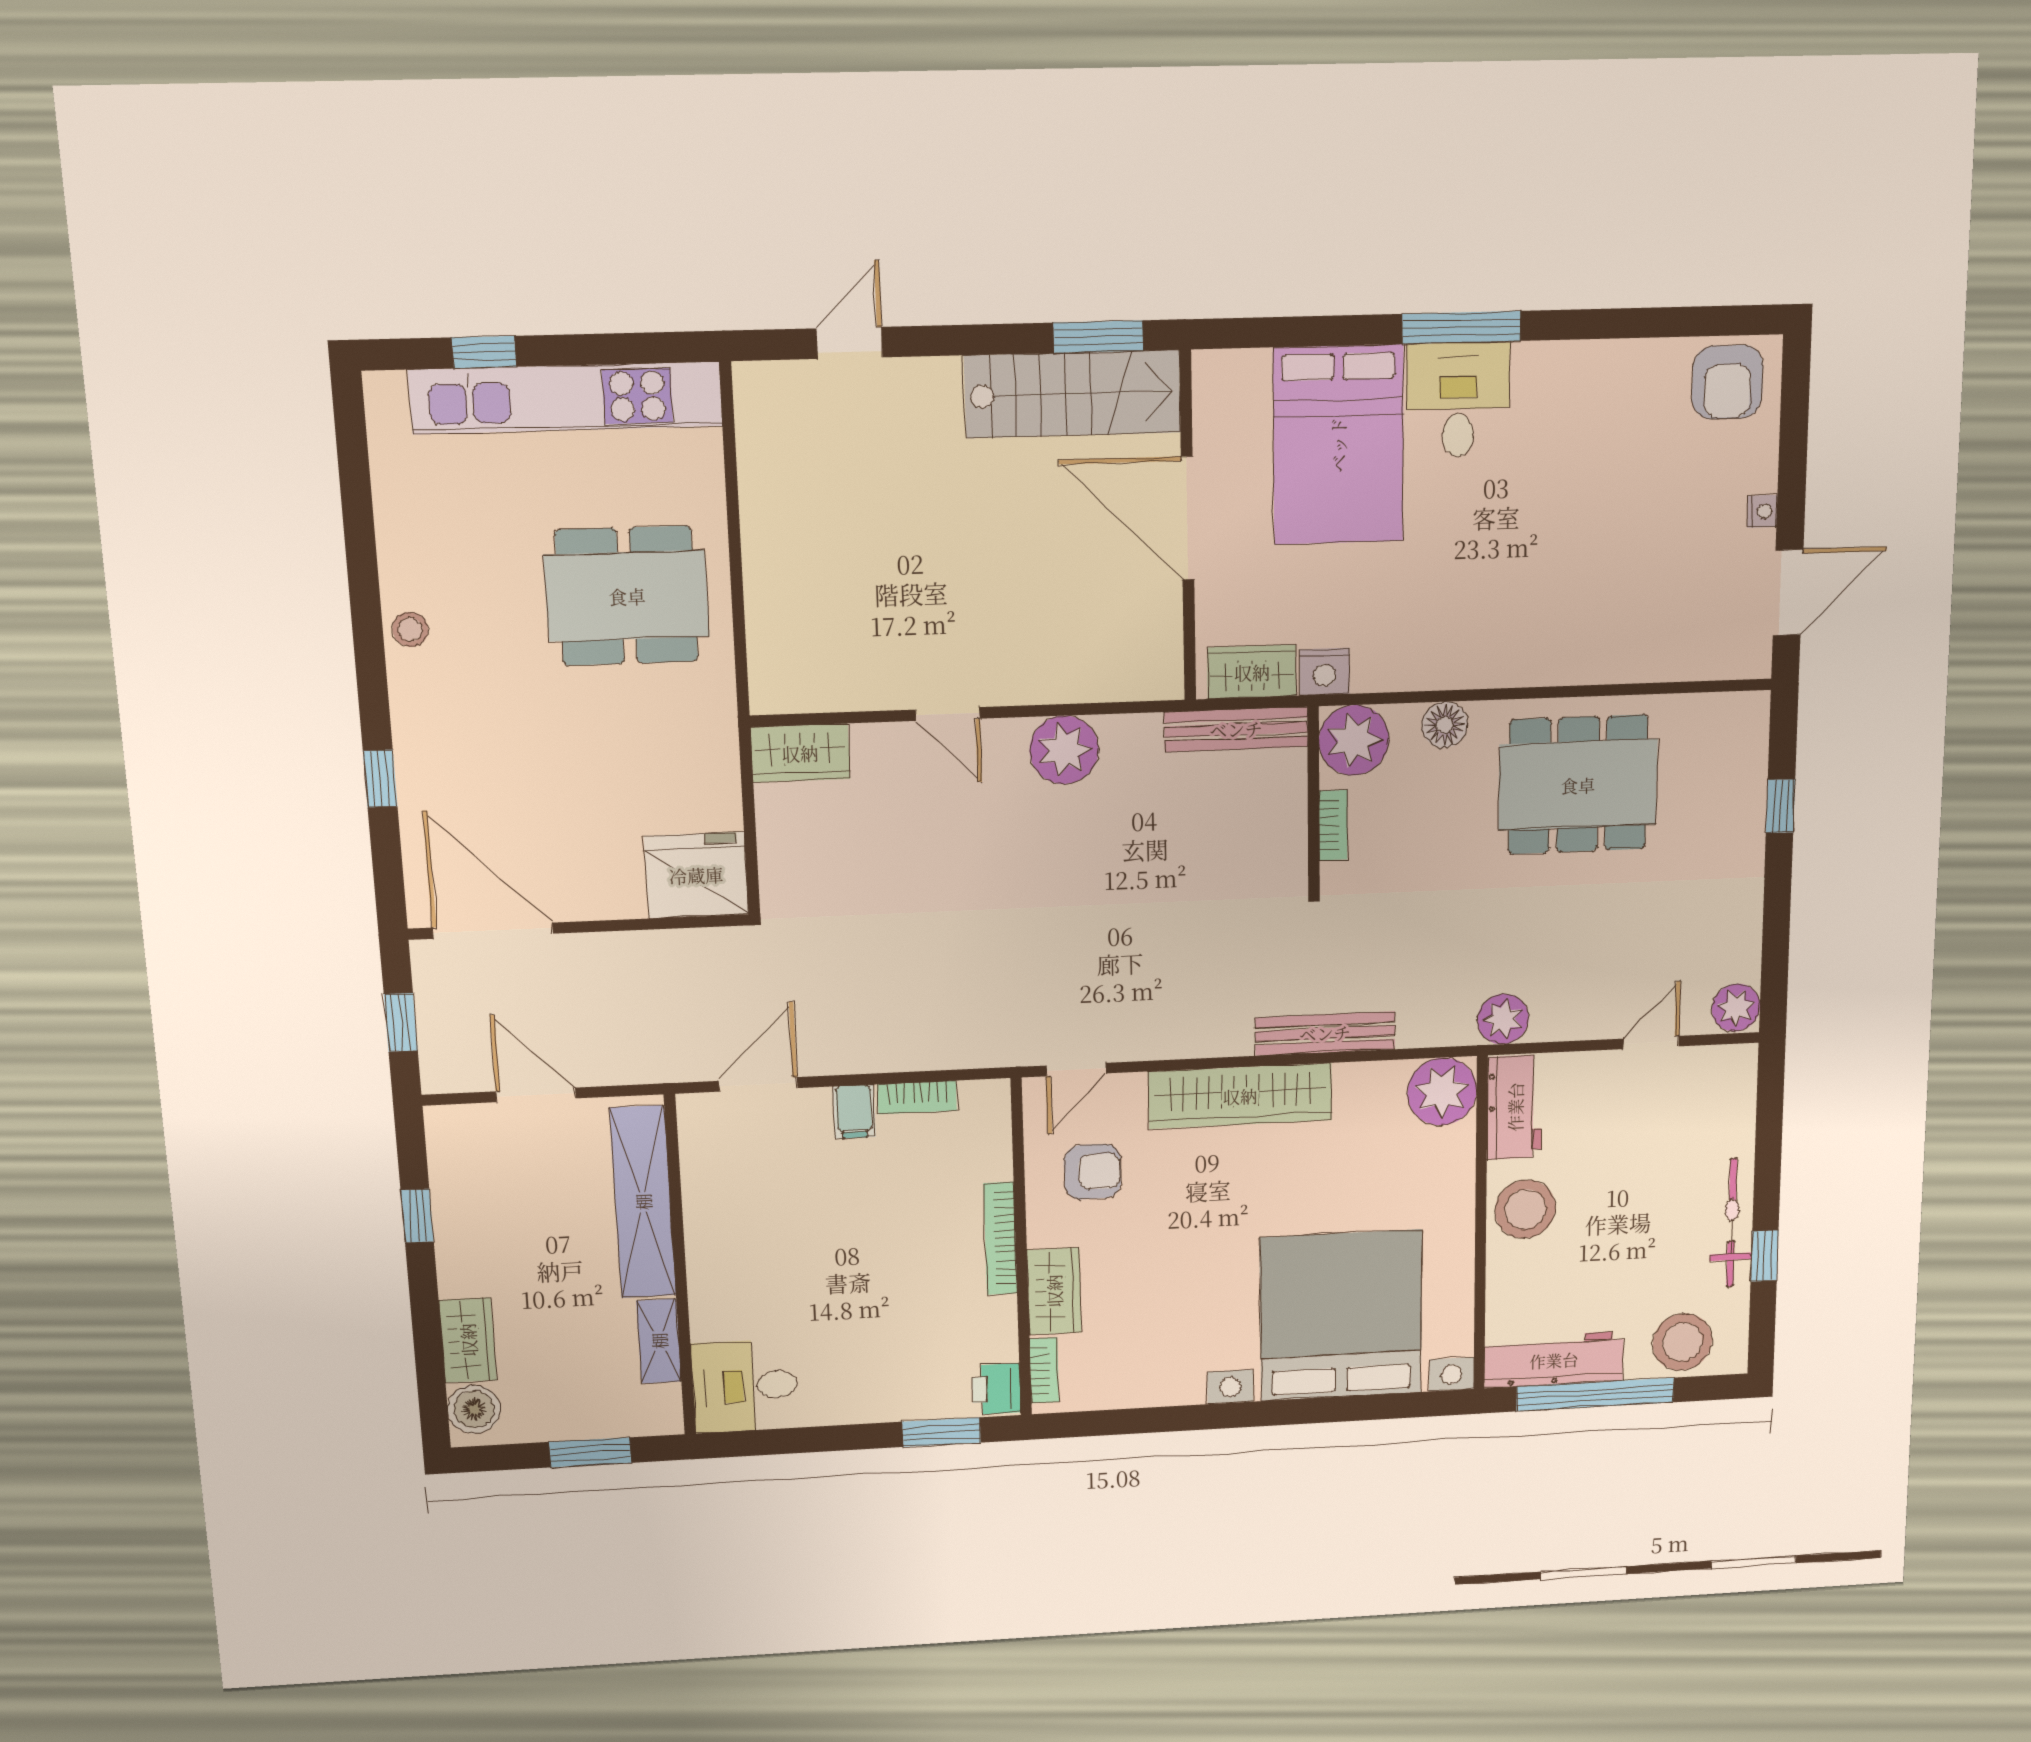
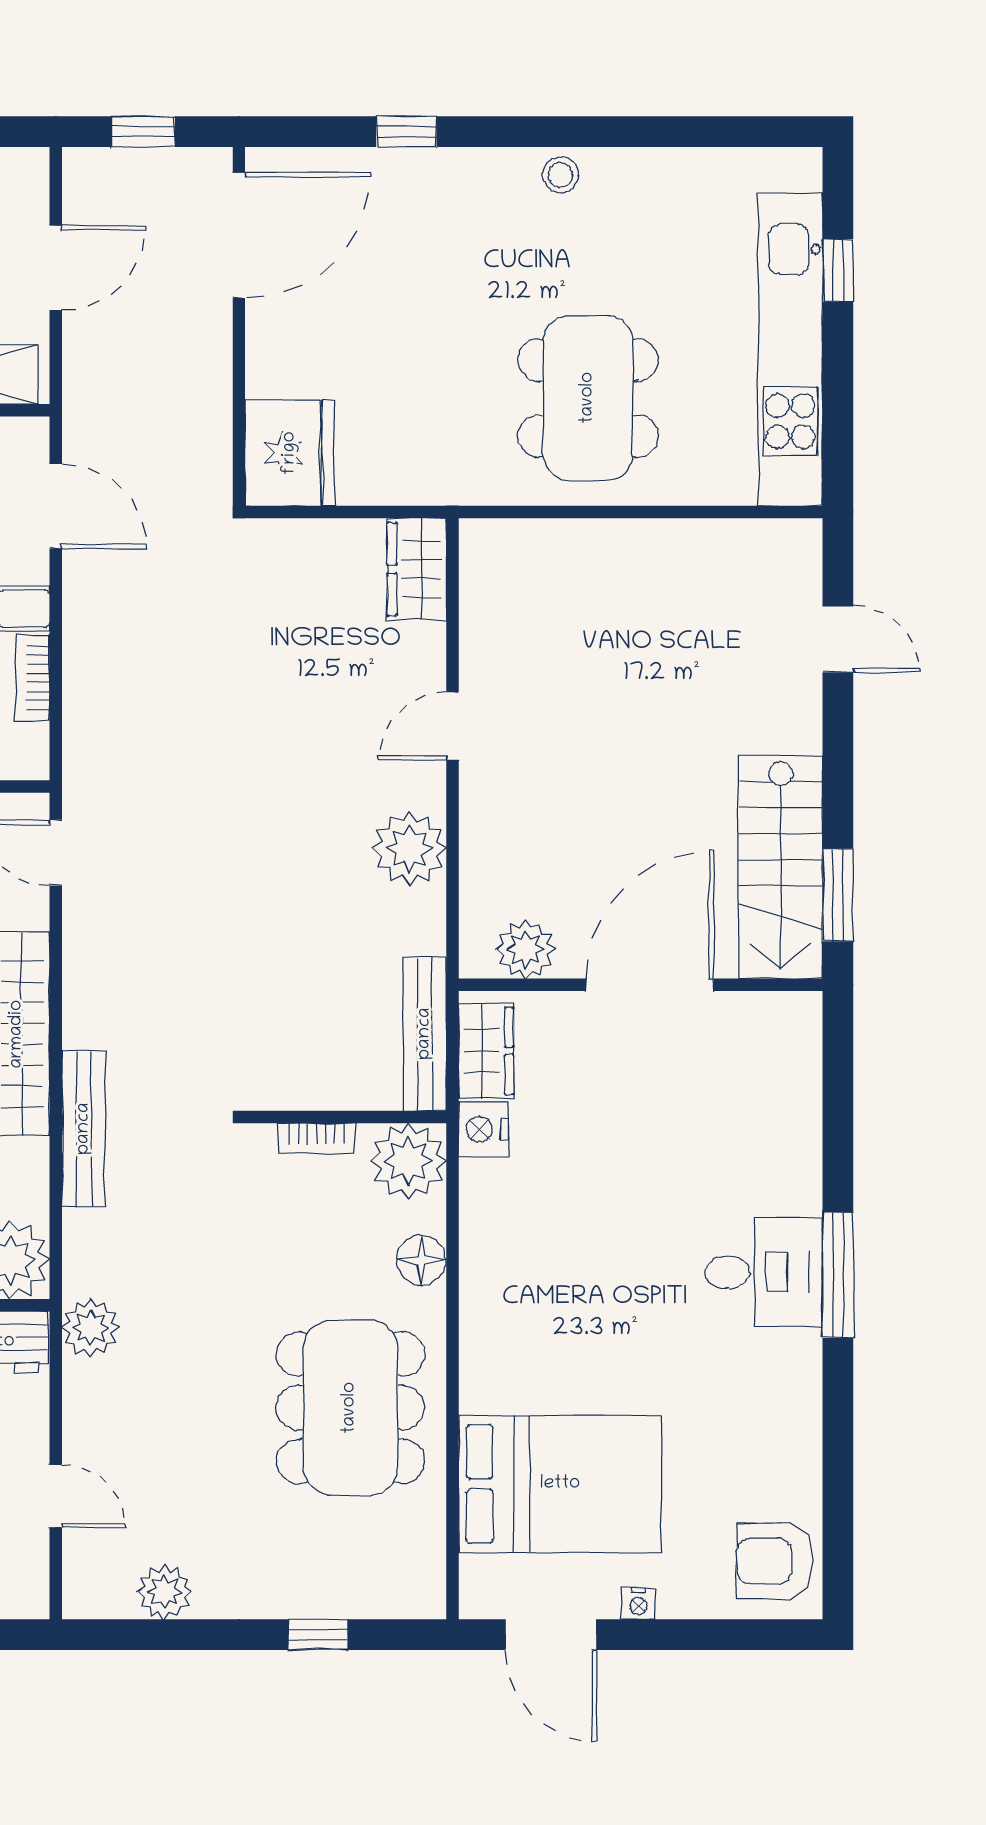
bed: (1338, 445) -> (560, 1484), moved, turned 180
plant: (1156, 638) -> (526, 949), added
plant: (1736, 1008) -> (164, 1592), moved

